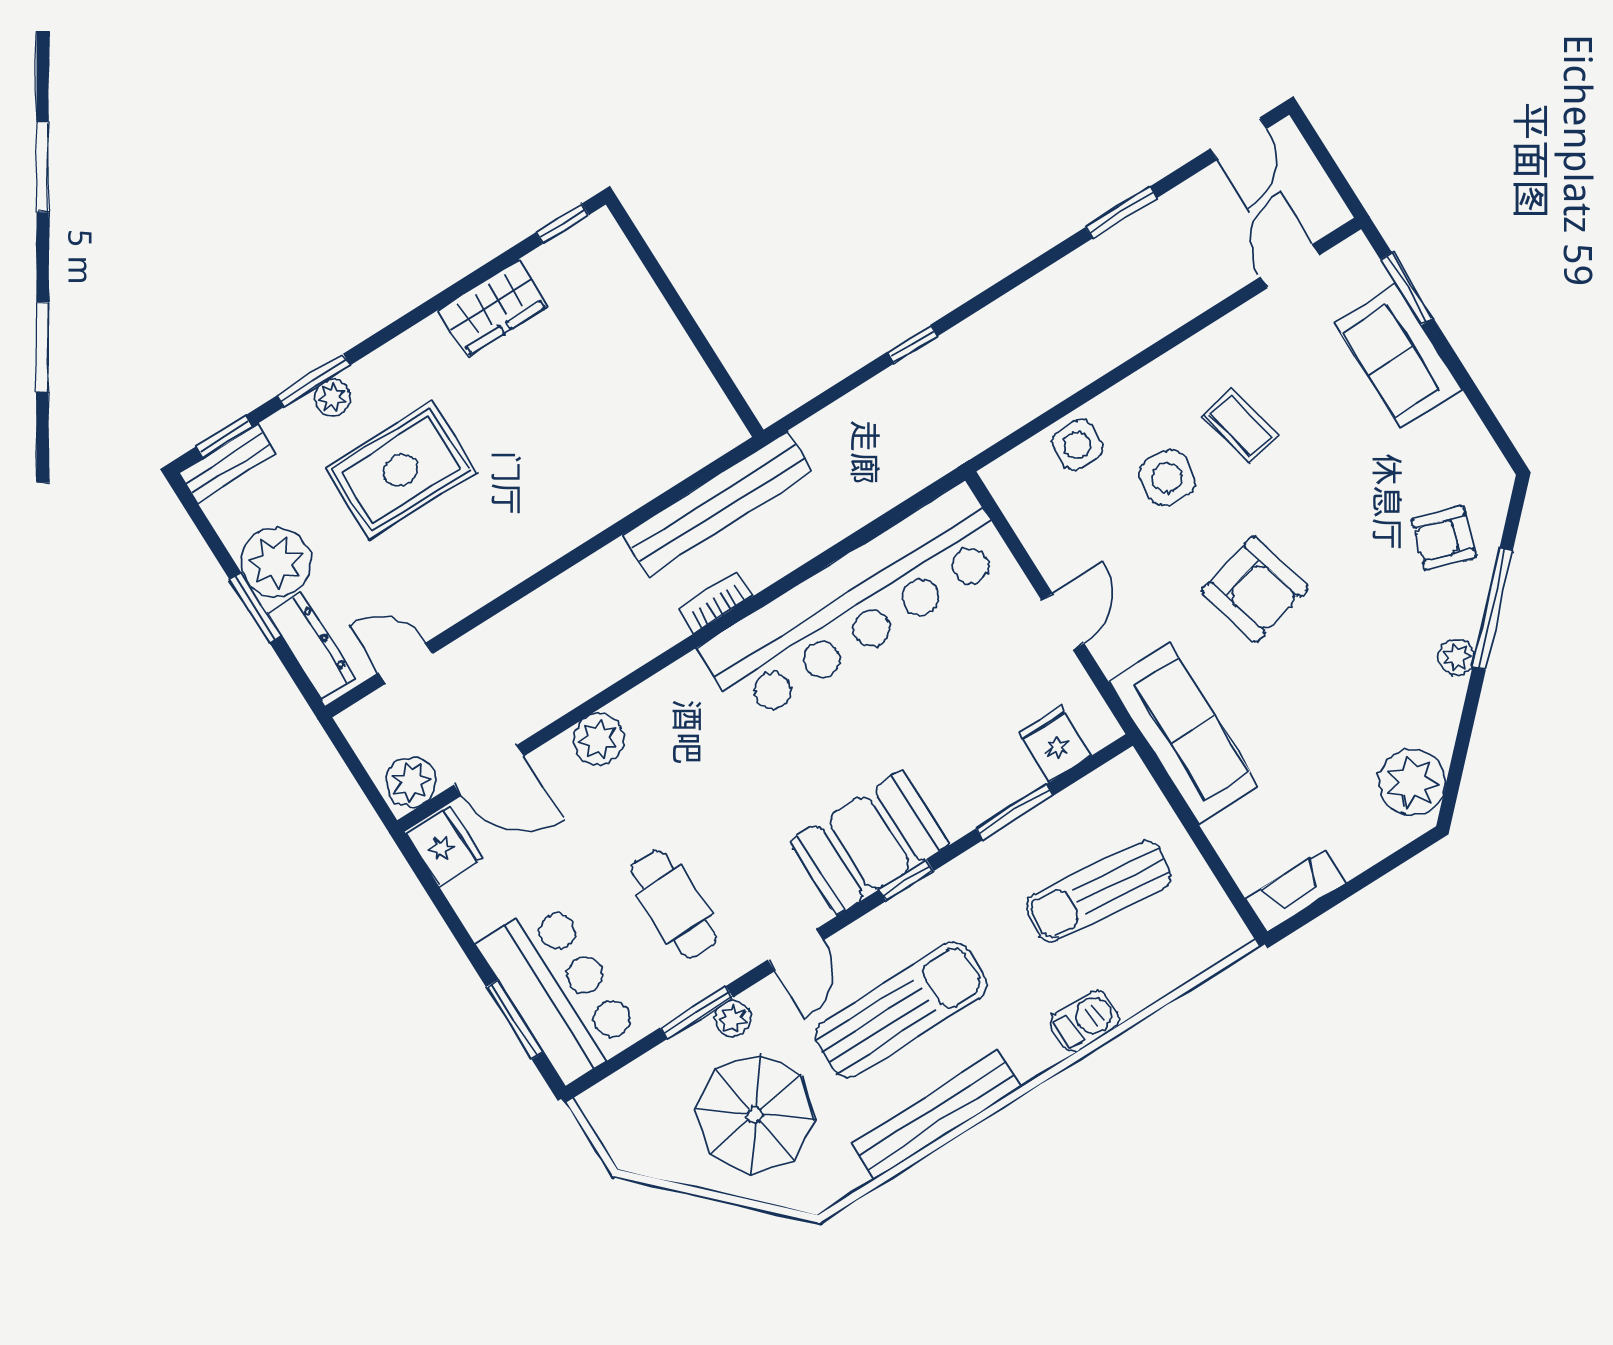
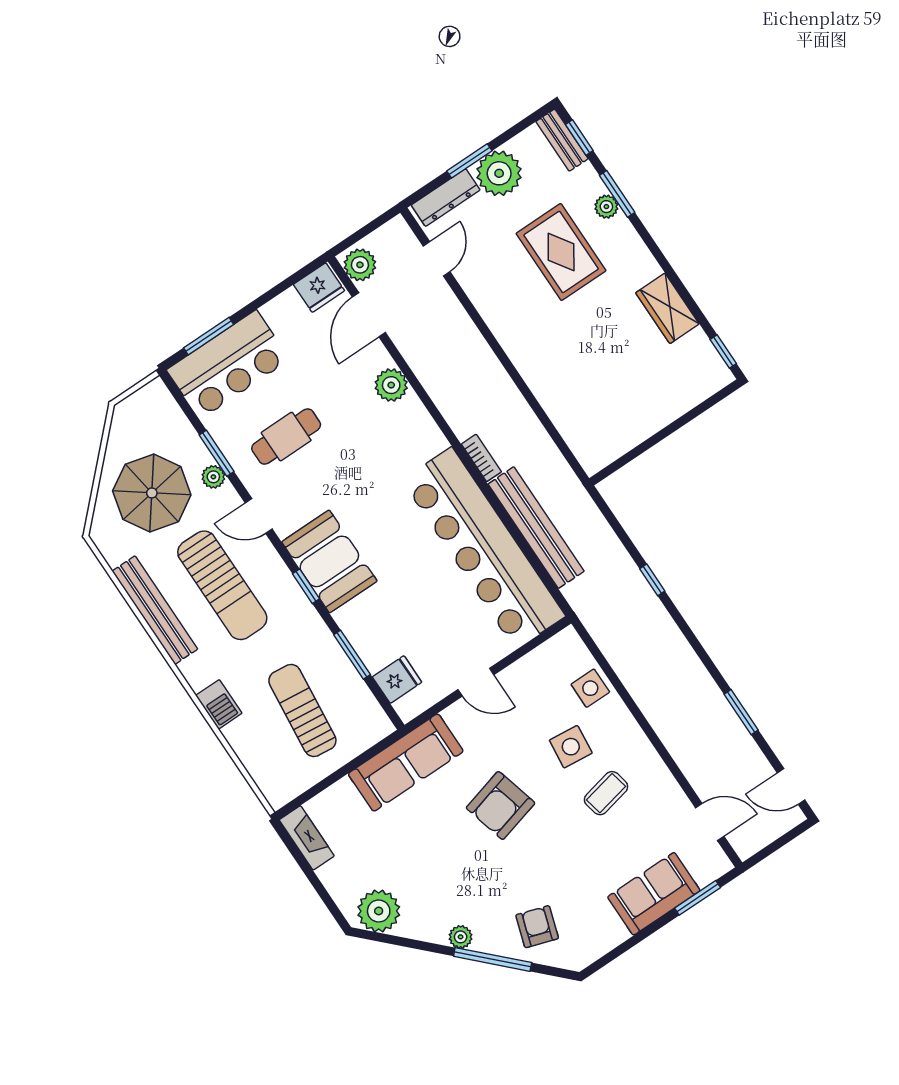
bench: (718, 503) -> (536, 528), moved

